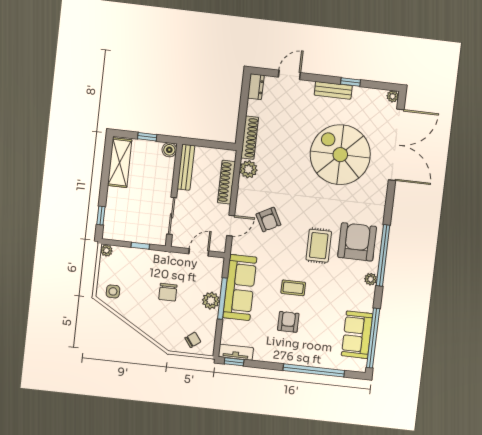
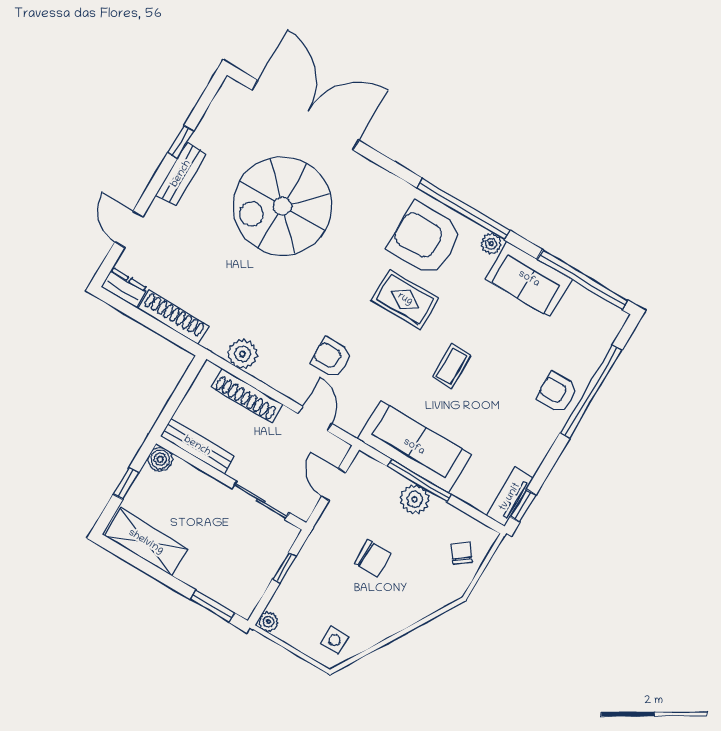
plant: (393, 96) -> (230, 88), removed
shoe rack: (250, 138) -> (173, 317), moved
window: (101, 216) -> (212, 606), width x1.50
armchair: (268, 220) -> (331, 358), turned -152
armchair: (288, 322) -> (557, 392), moved
sofa: (357, 335) -> (529, 279), moved

